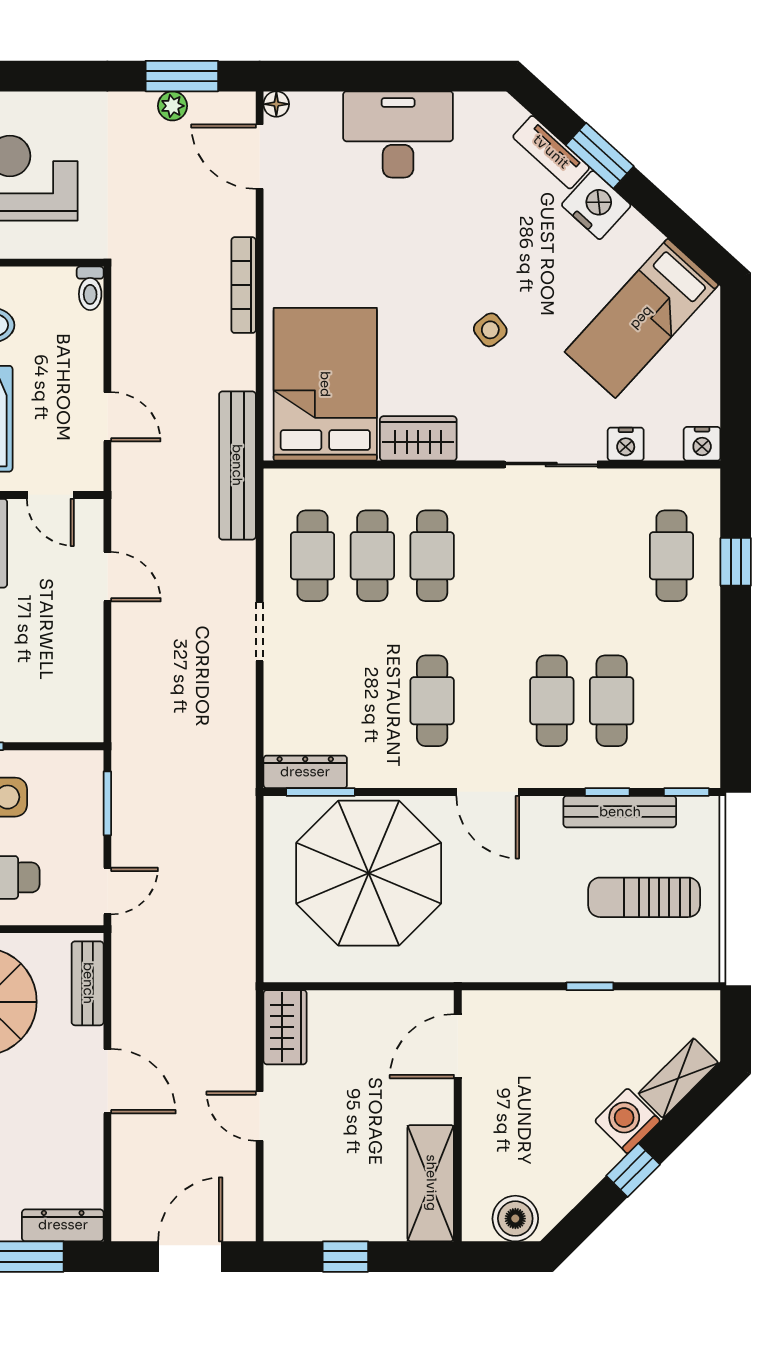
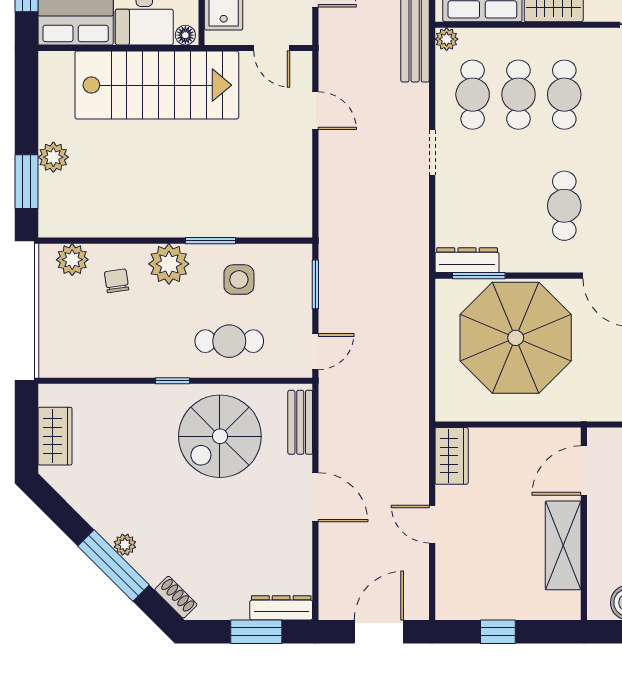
plant: (278, 483) -> (447, 39), added
shelving: (431, 1183) -> (563, 545), moved

